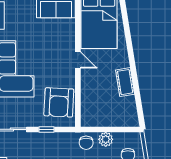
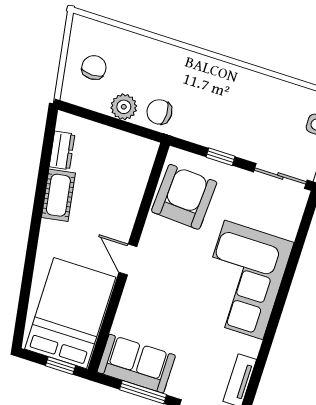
dresser: (131, 106) -> (62, 150), added
chair: (86, 143) -> (159, 112), turned -90

